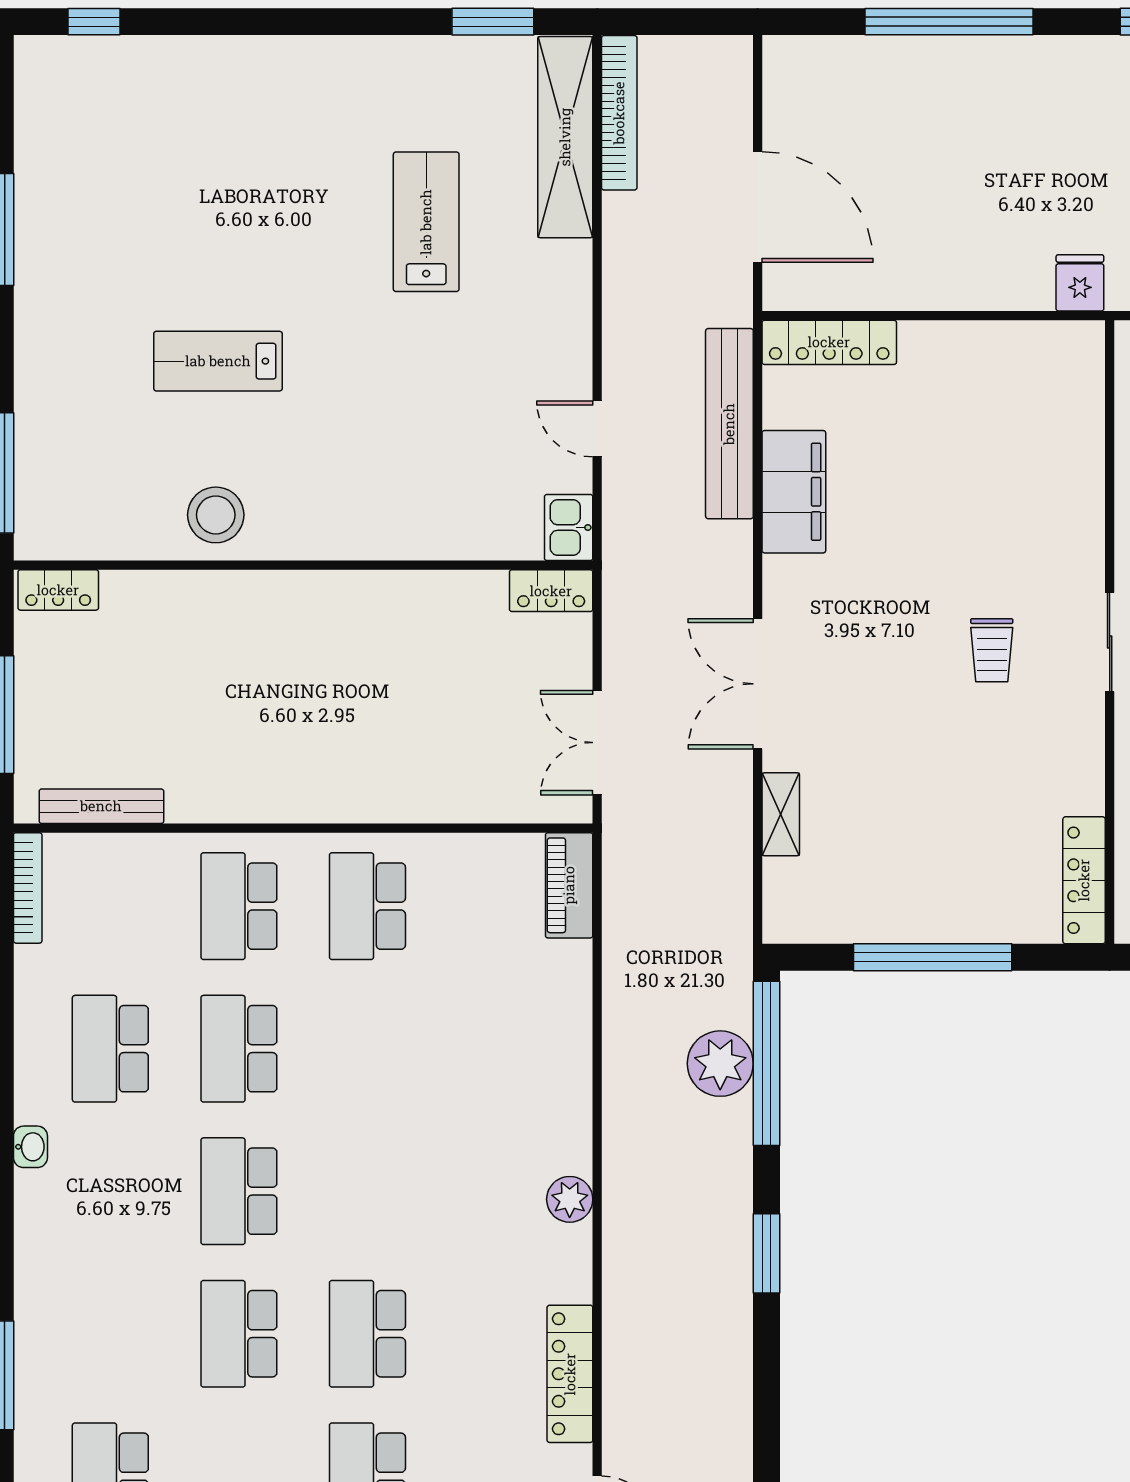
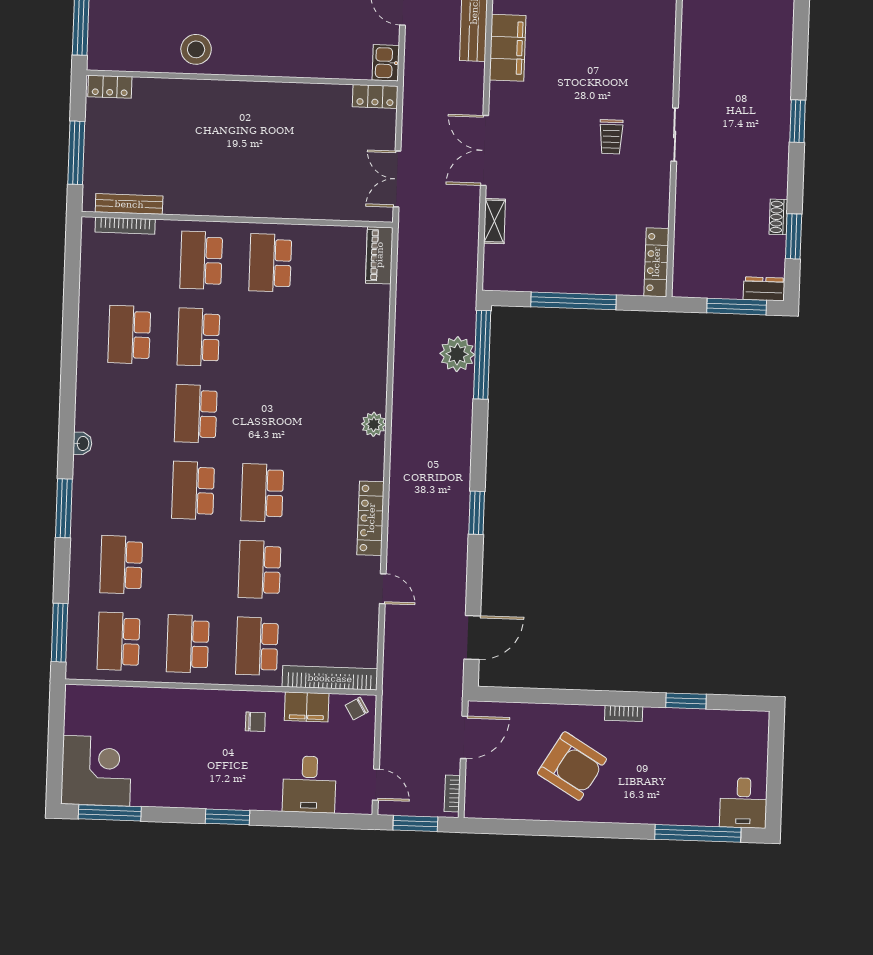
bookcase: (28, 888) -> (125, 226), moved, turned 90
washbasin: (30, 1147) -> (82, 443), moved
window: (766, 1253) -> (477, 513), moved

